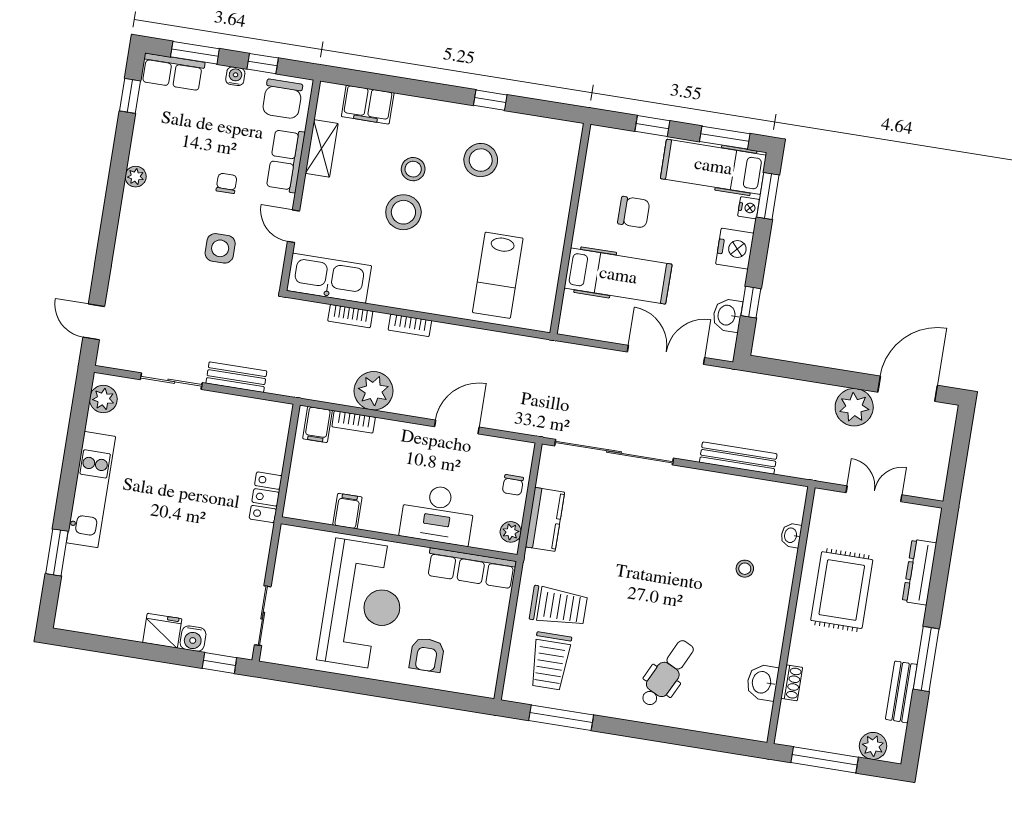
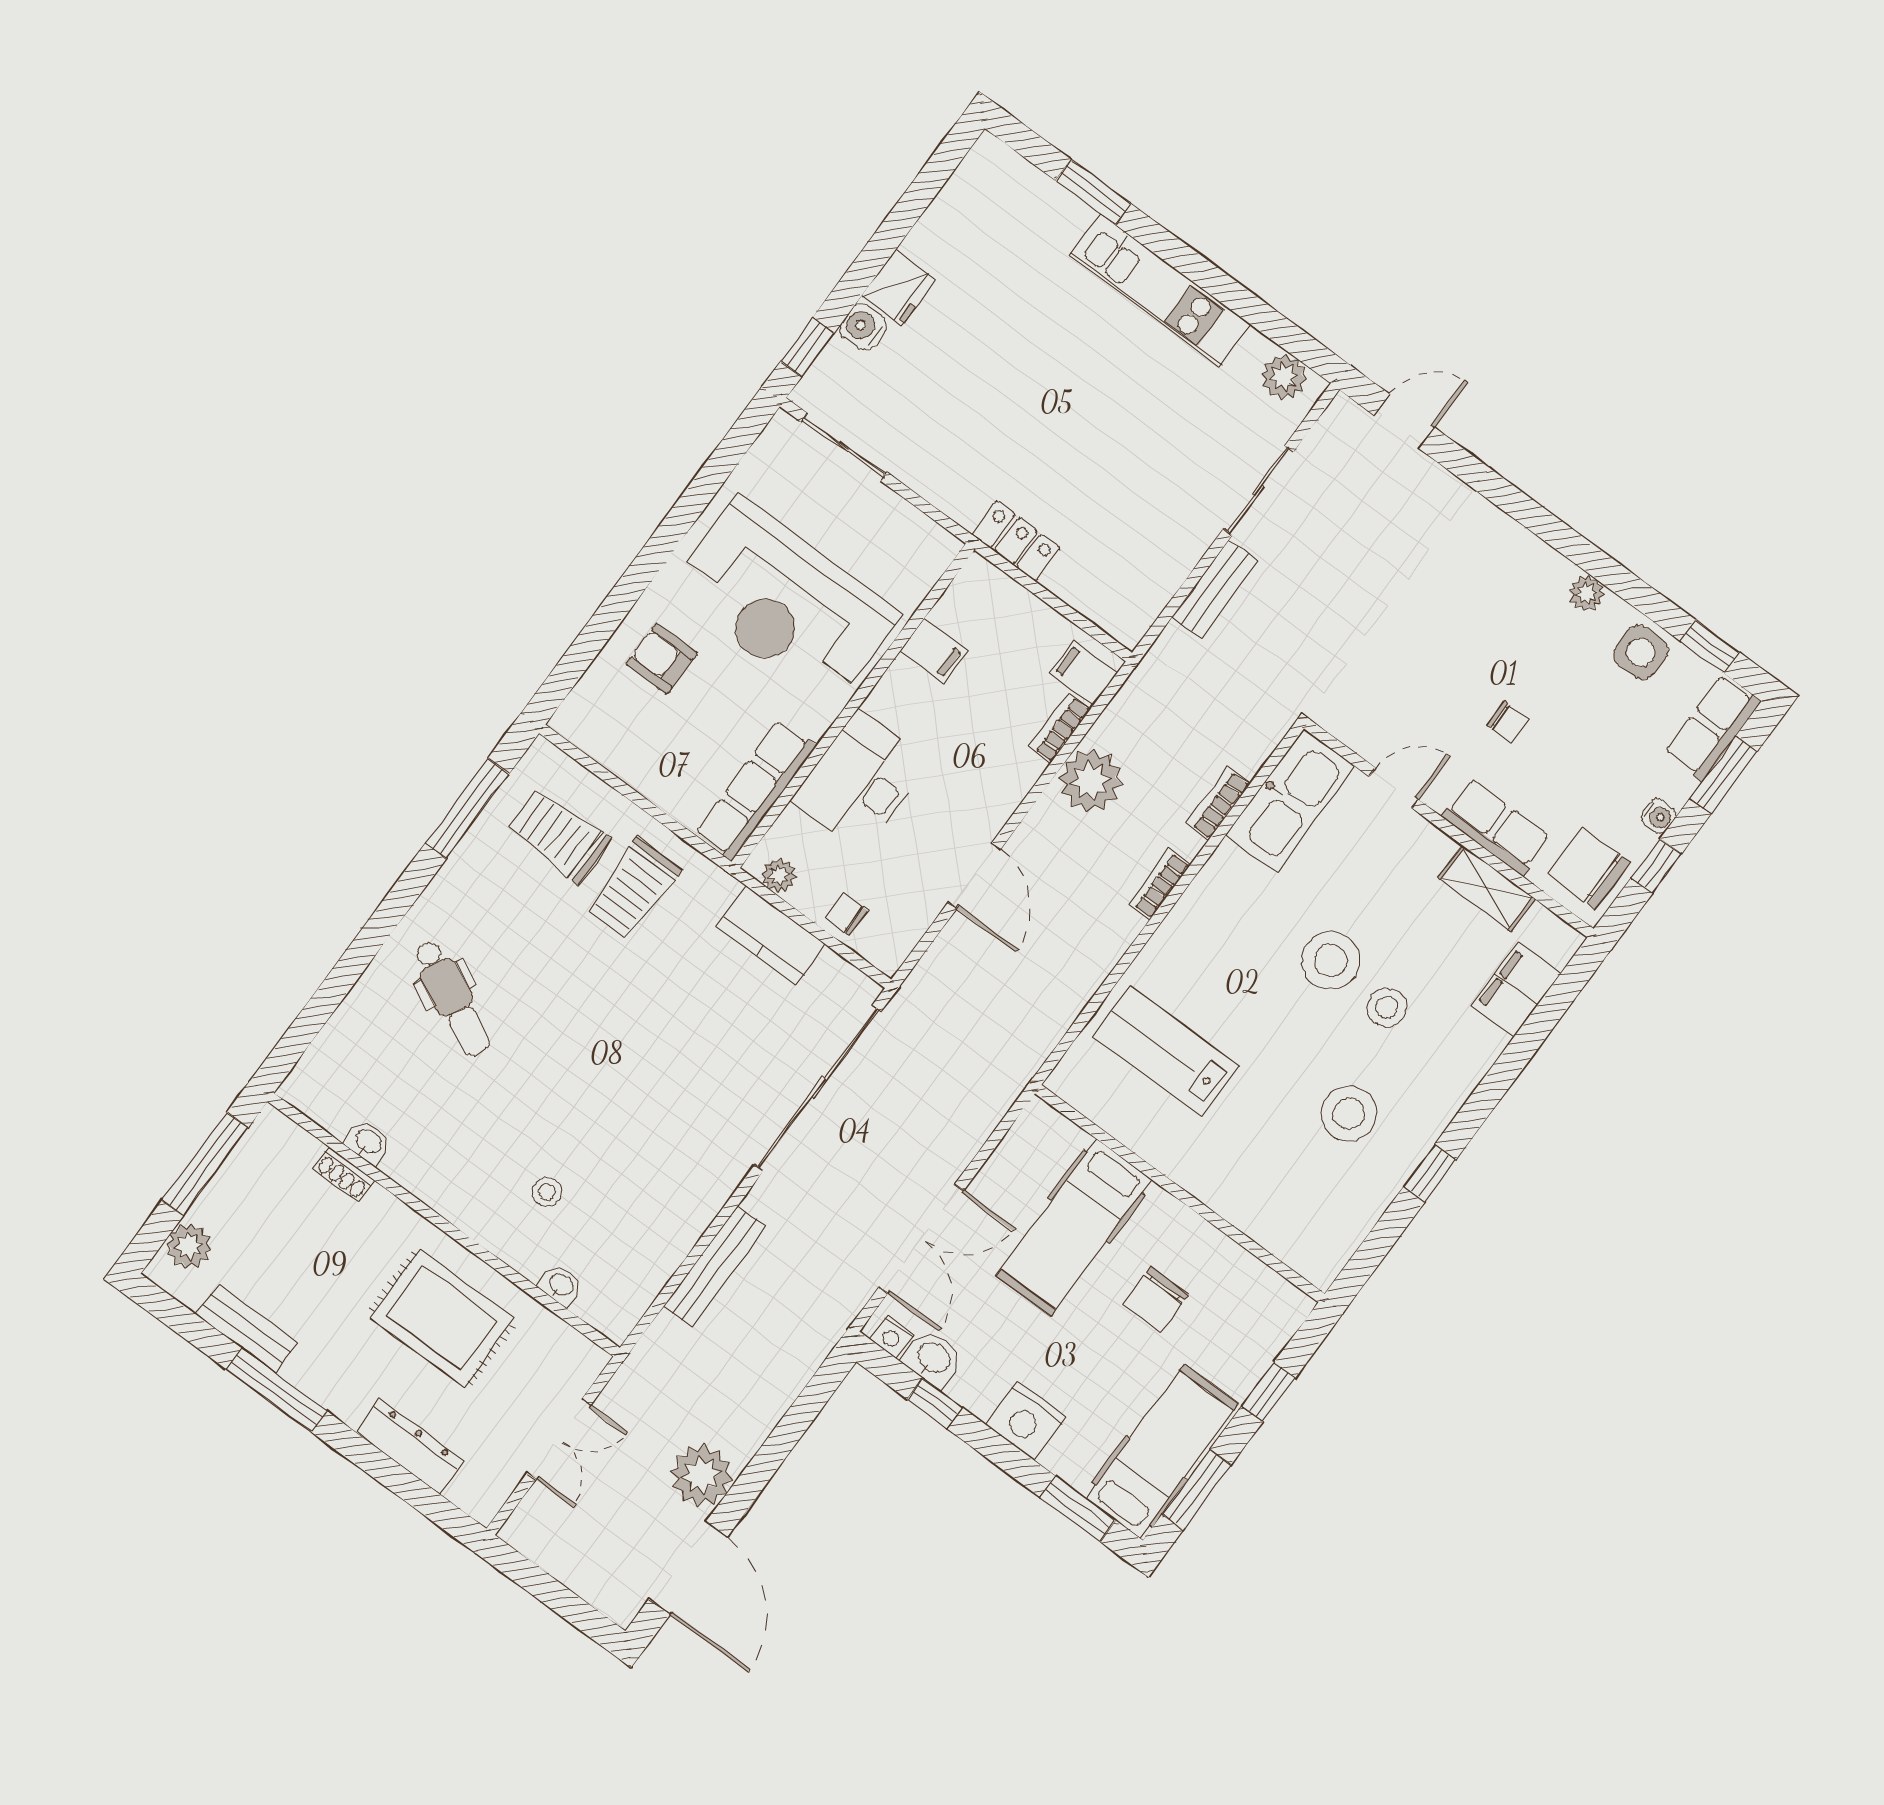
nightstand: (749, 208) -> (892, 1336), moved
side table: (220, 248) -> (1641, 652), moved
washbasin: (762, 682) -> (368, 1142), width x0.72, depth x0.69

